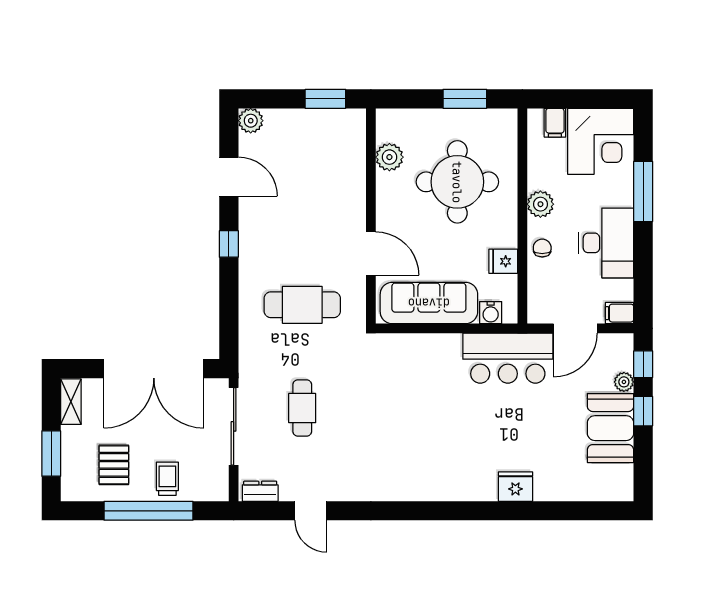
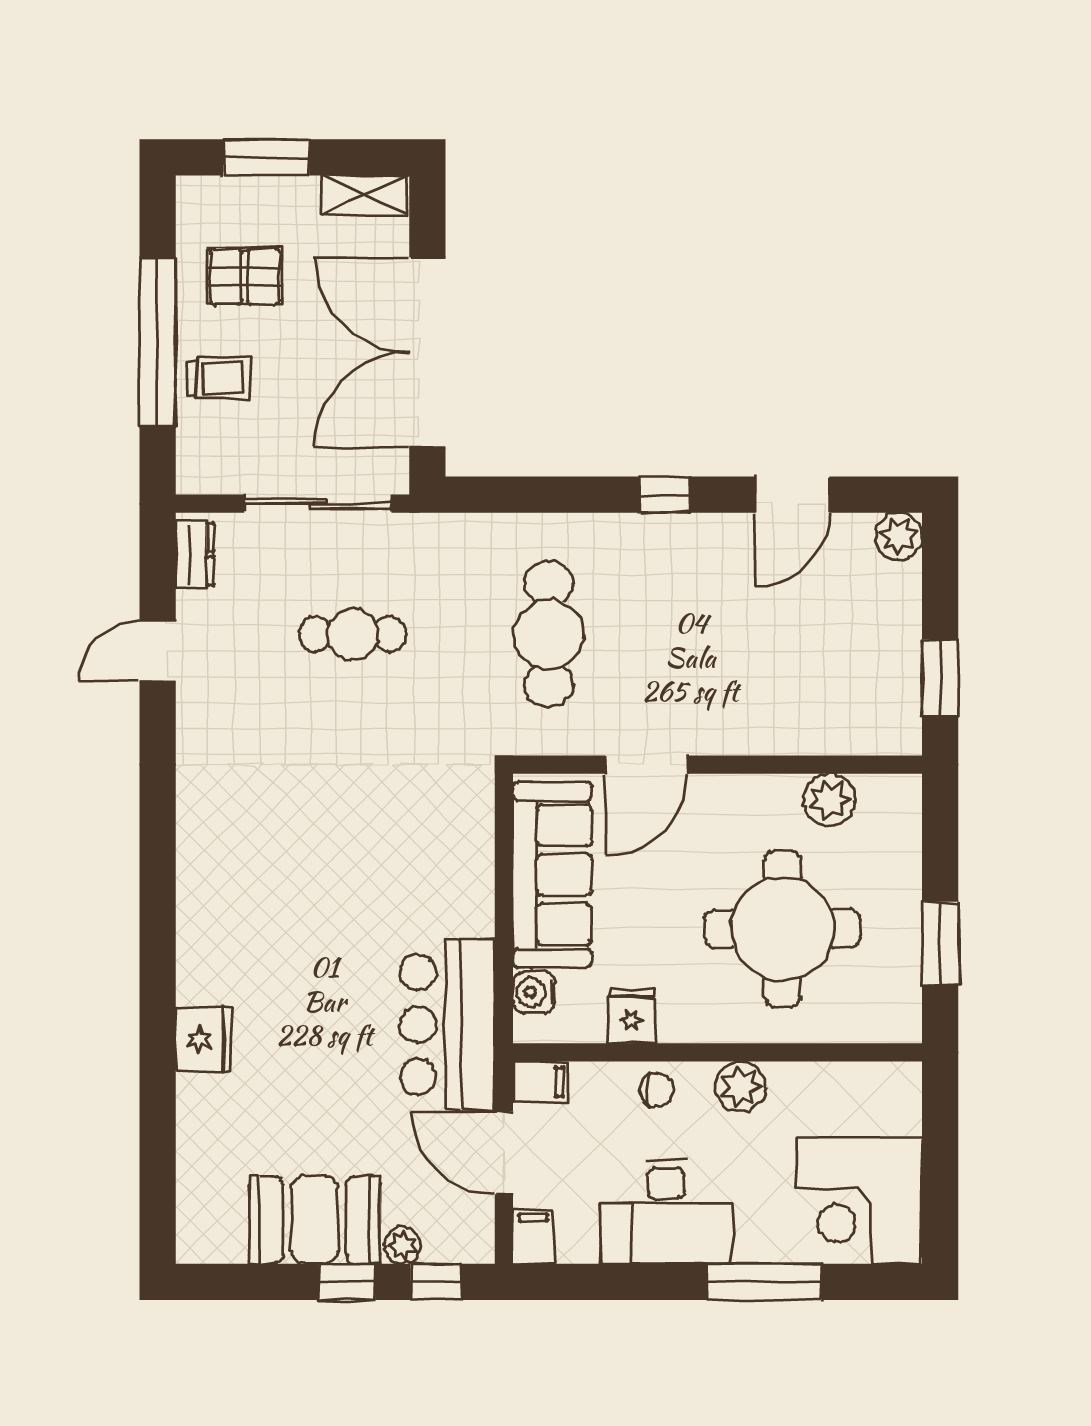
filing cabinet: (555, 123) -> (540, 1082), moved, turned 180

